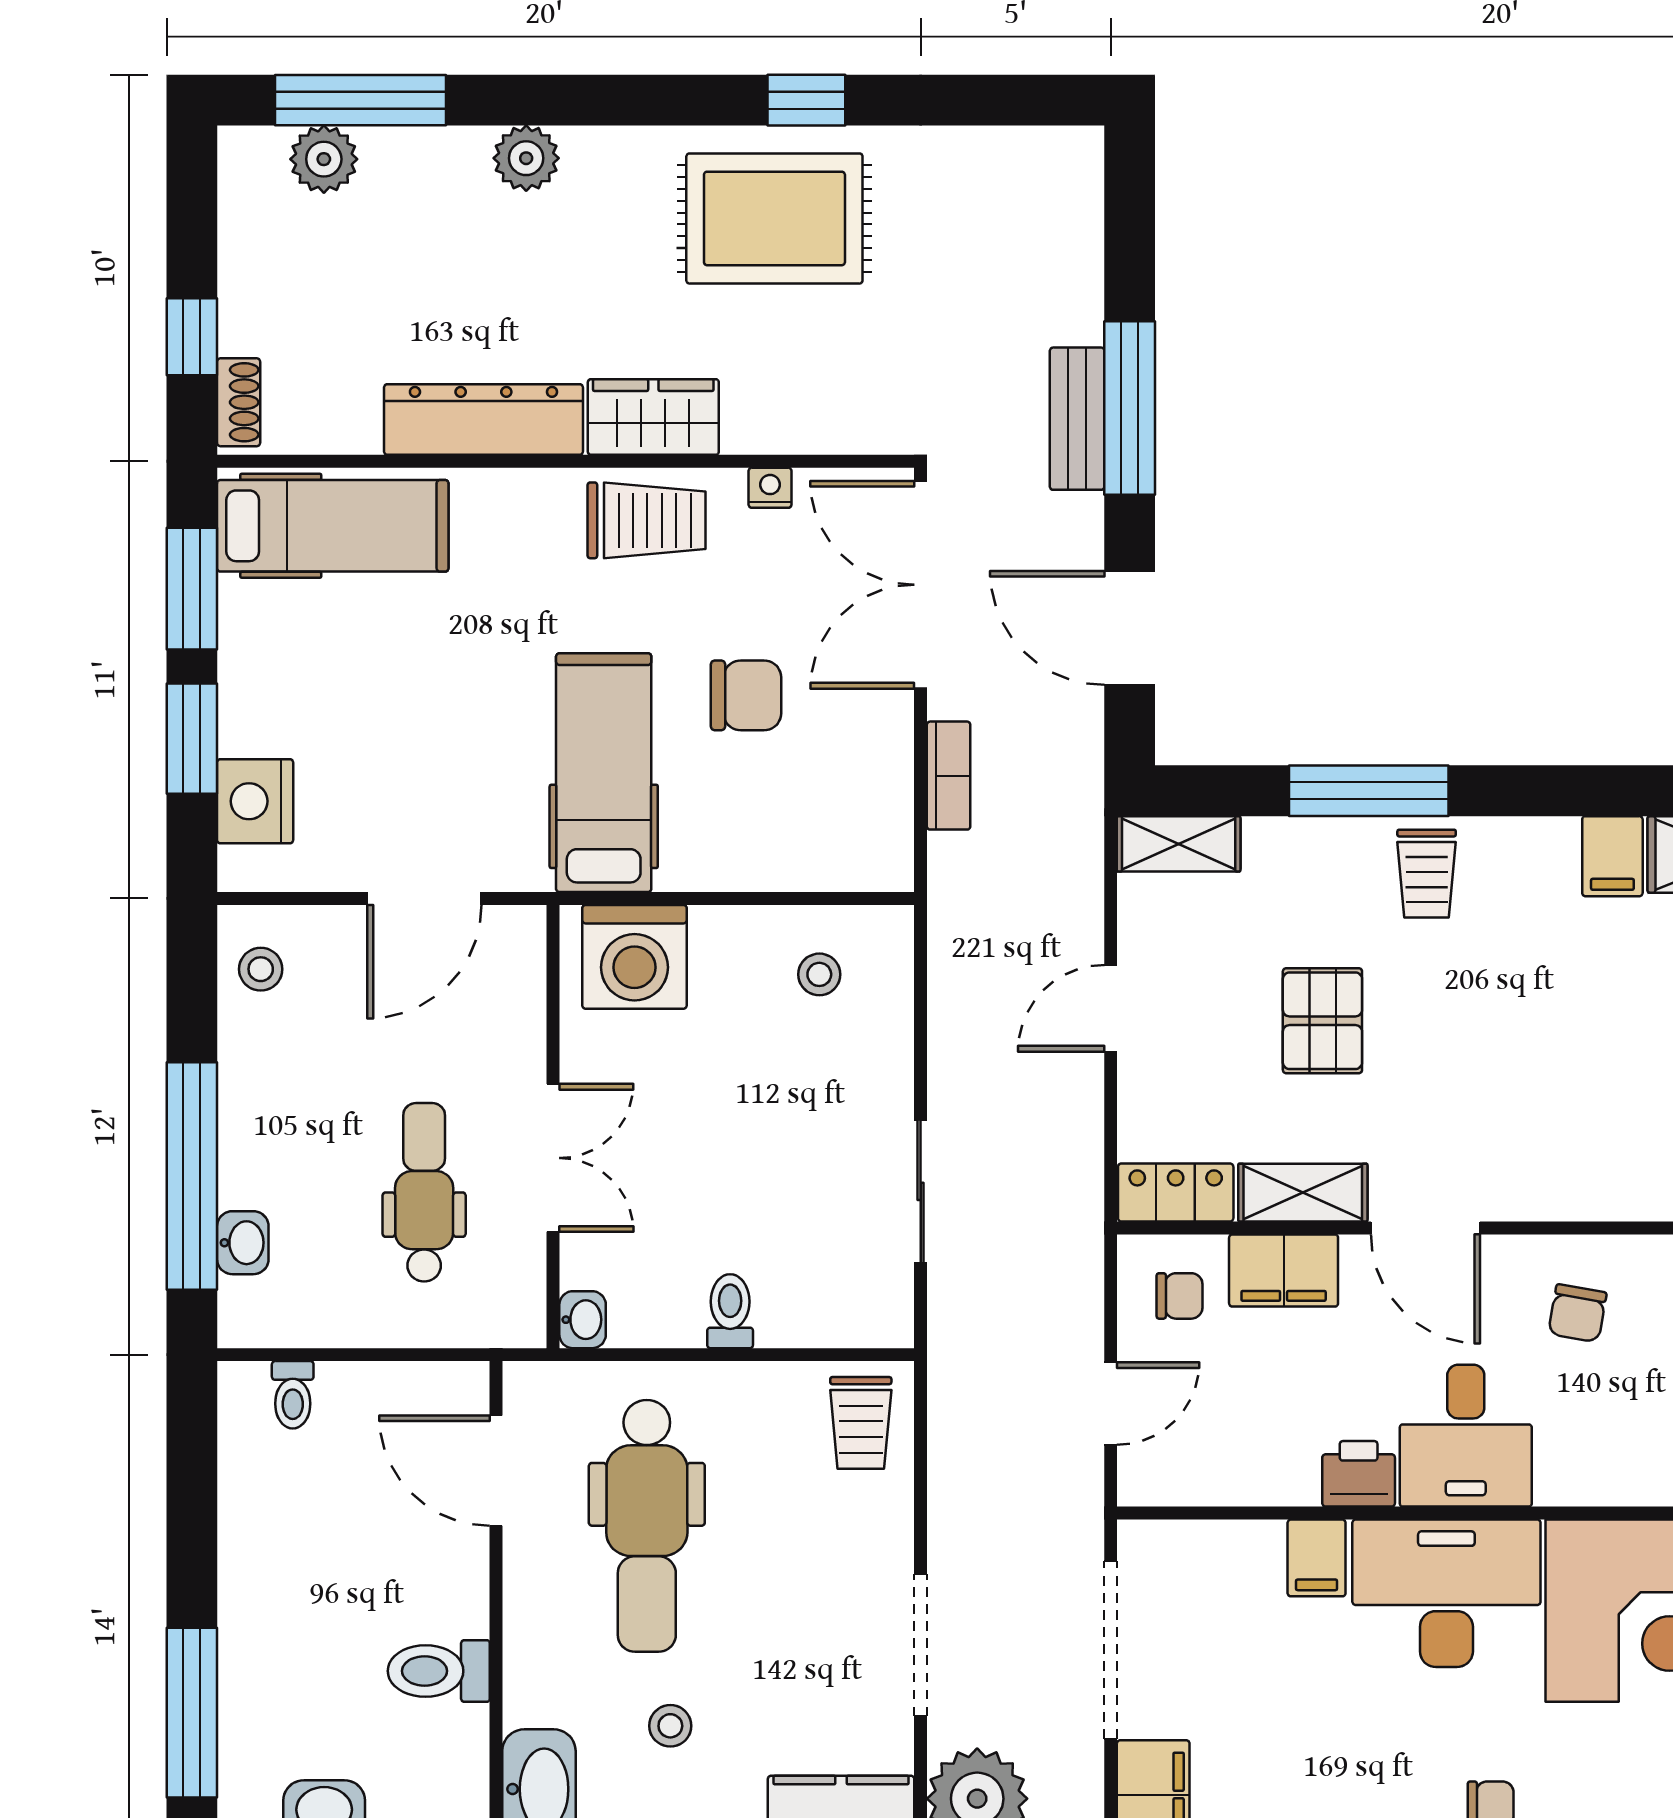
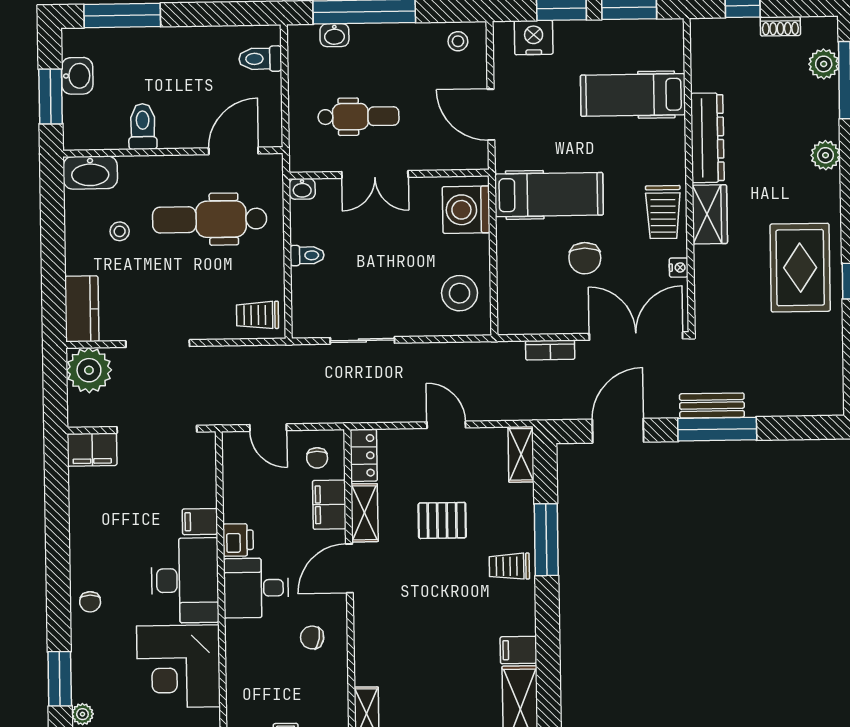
shoe rack: (239, 402) -> (780, 26), moved
hospital bed: (333, 526) -> (633, 95), moved, turned 90
stool: (819, 974) -> (460, 293), width x1.89, depth x1.89
toilet: (293, 1395) -> (260, 59), width x1.37, depth x1.39

